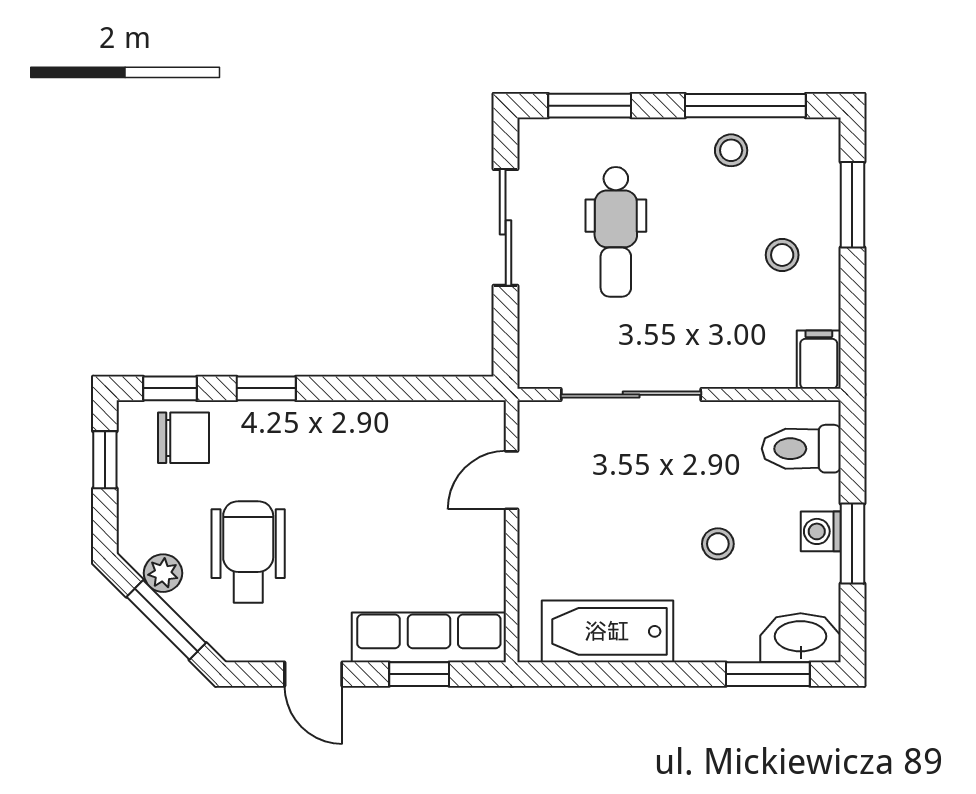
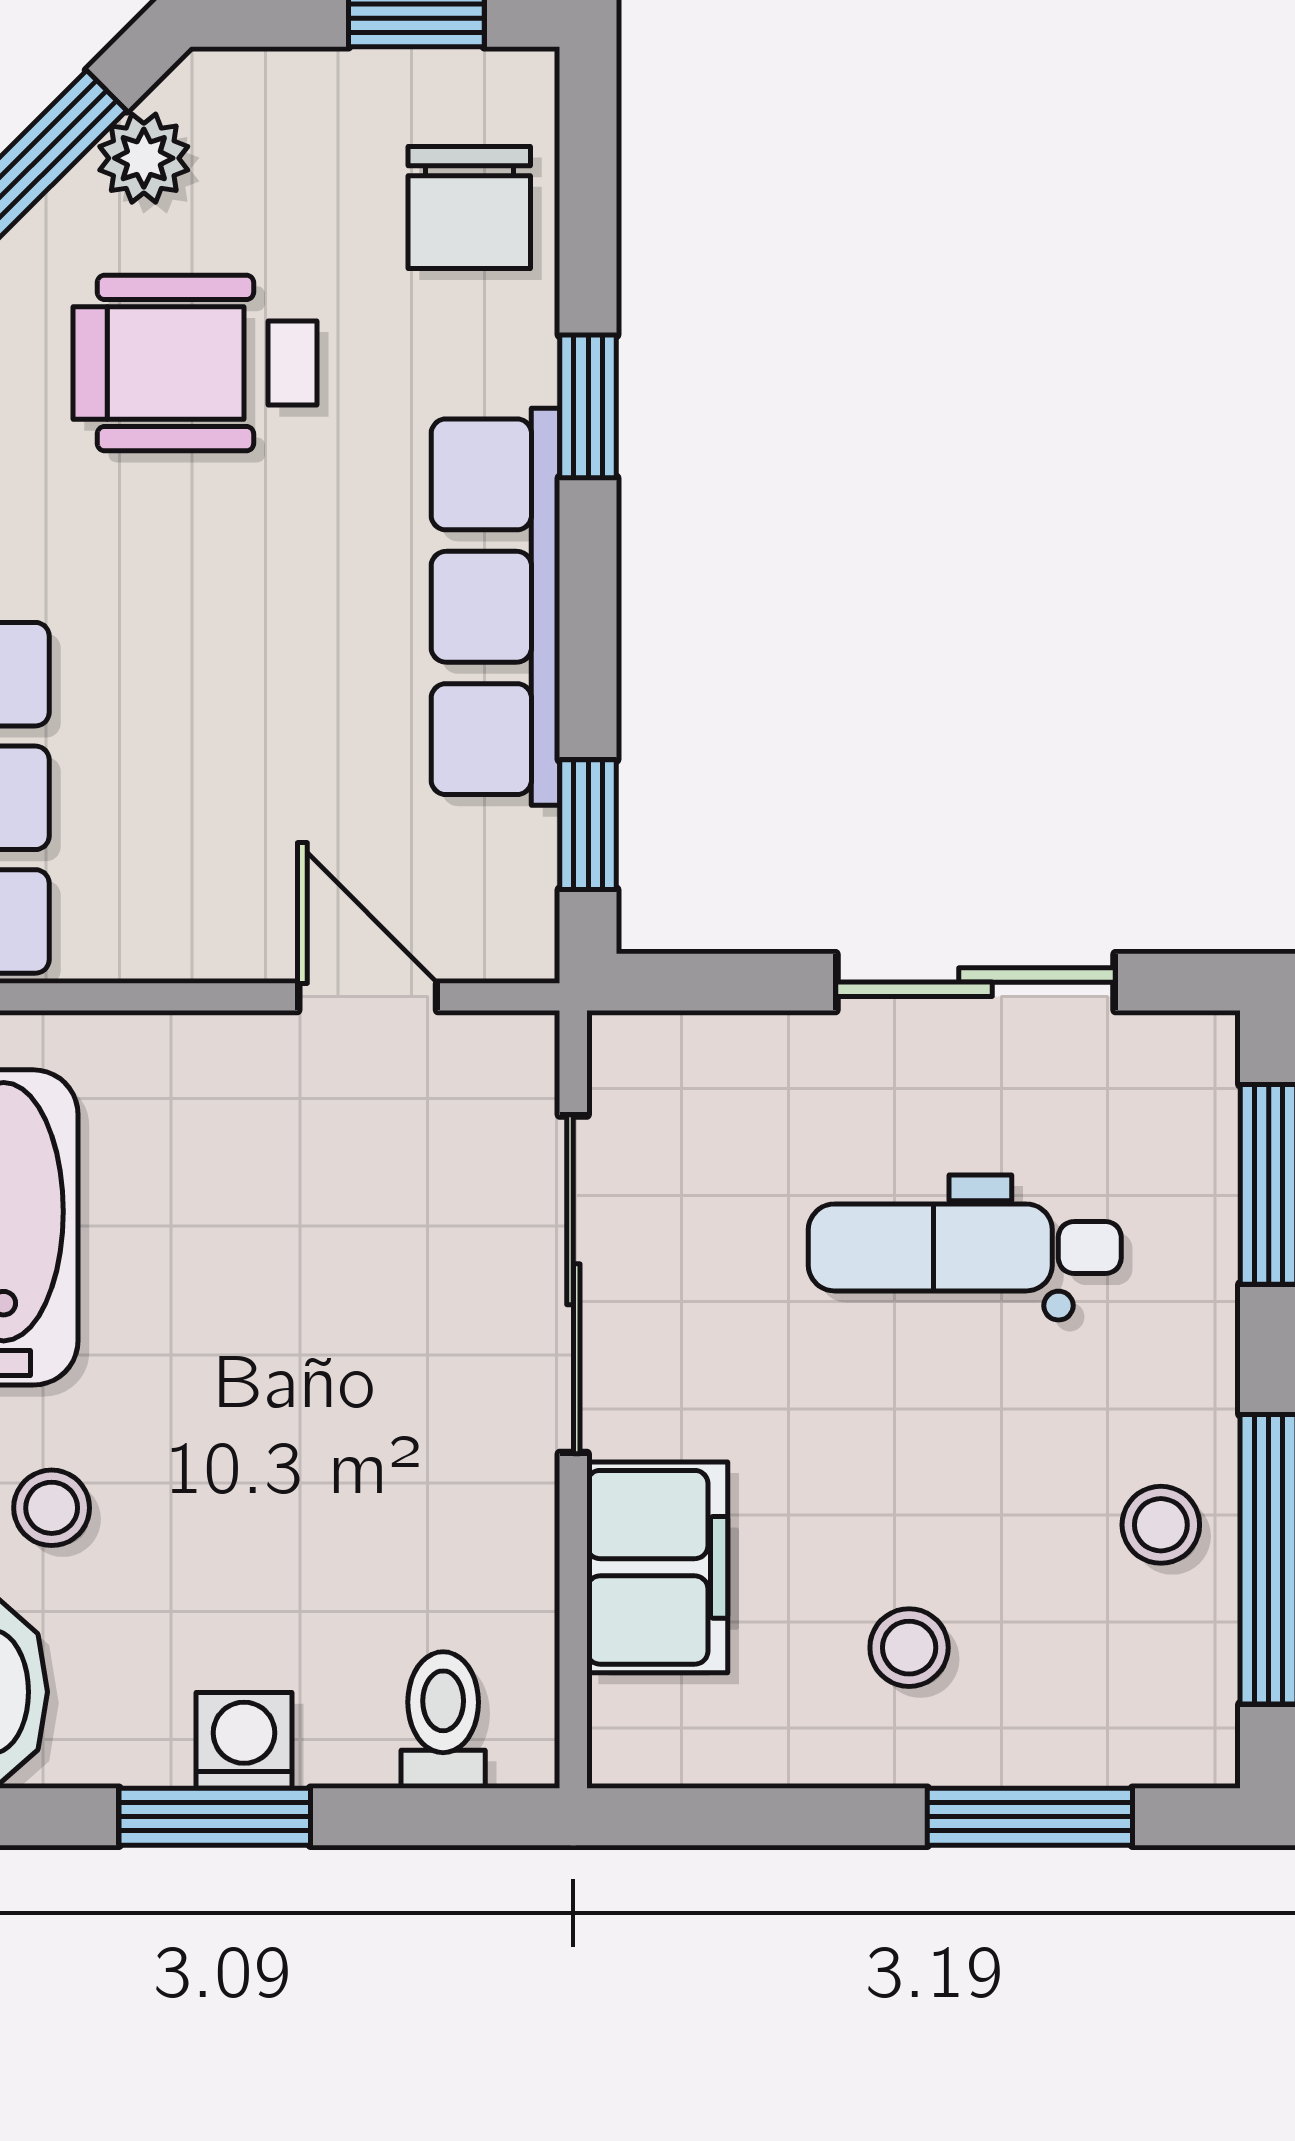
filing cabinet: (819, 360) -> (657, 1567), moved, width x2.00
window: (170, 388) -> (588, 825), moved
row of seats: (349, 427) -> (495, 607), added
toilet: (801, 449) -> (443, 1720), width x0.73, depth x0.72
stool: (718, 544) -> (52, 1508), moved
wheelchair: (248, 552) -> (195, 363), turned 180

